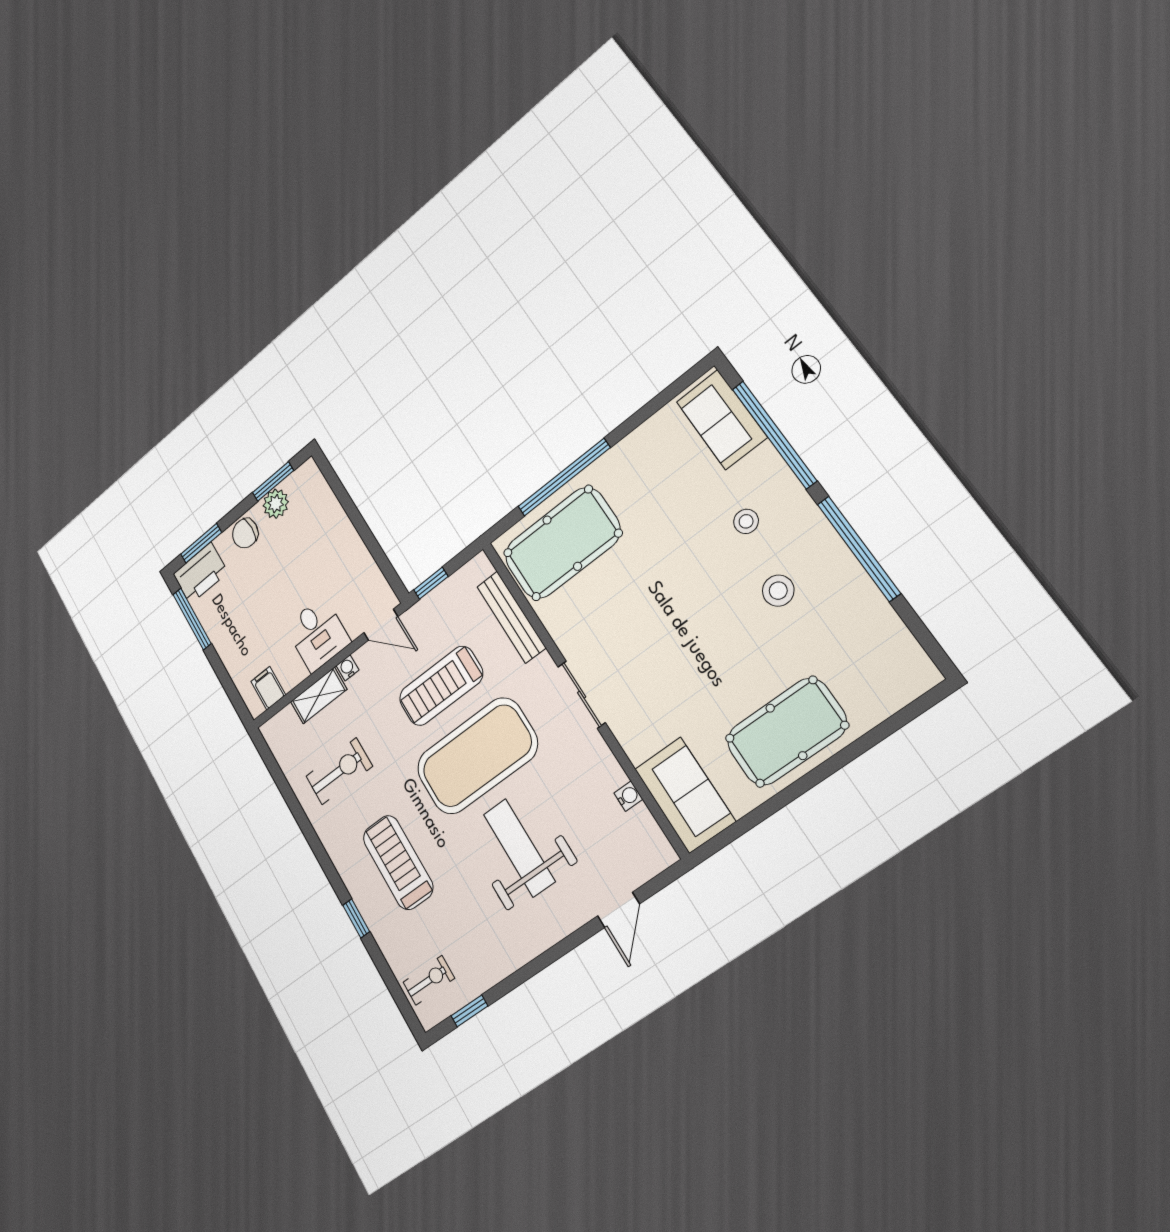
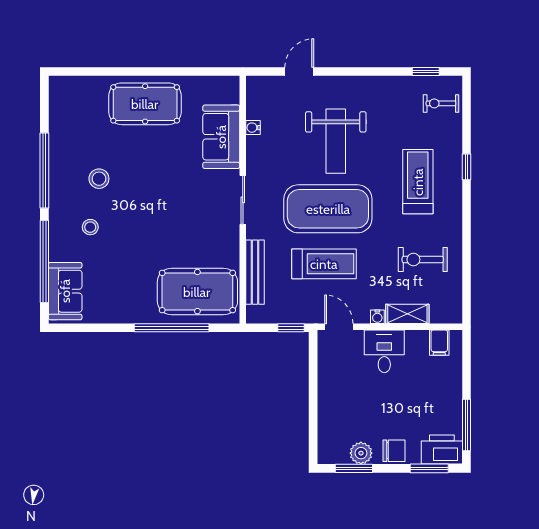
sofa: (685, 795) -> (221, 137), moved
treadmill: (398, 862) -> (418, 182), turned 180

